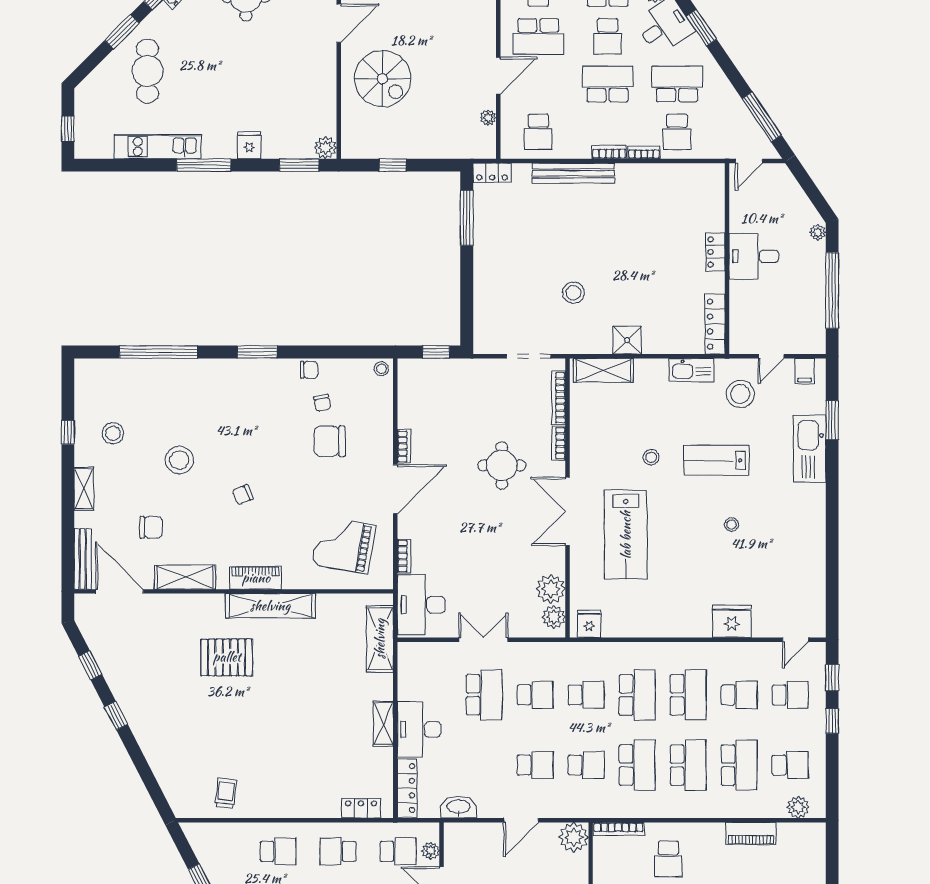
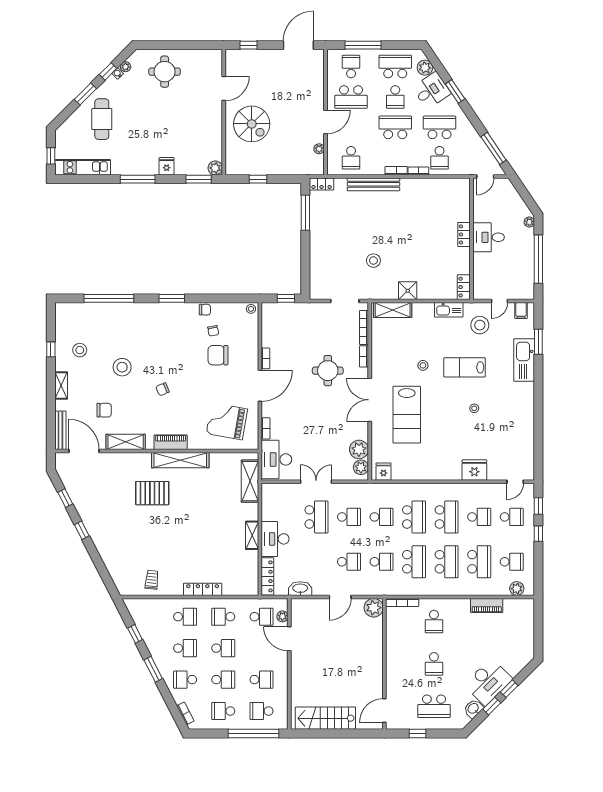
kitchen unit: (158, 147) -> (83, 167), moved
locker: (715, 324) -> (464, 287), width x0.66
locker: (361, 808) -> (203, 589), moved, width x1.53

